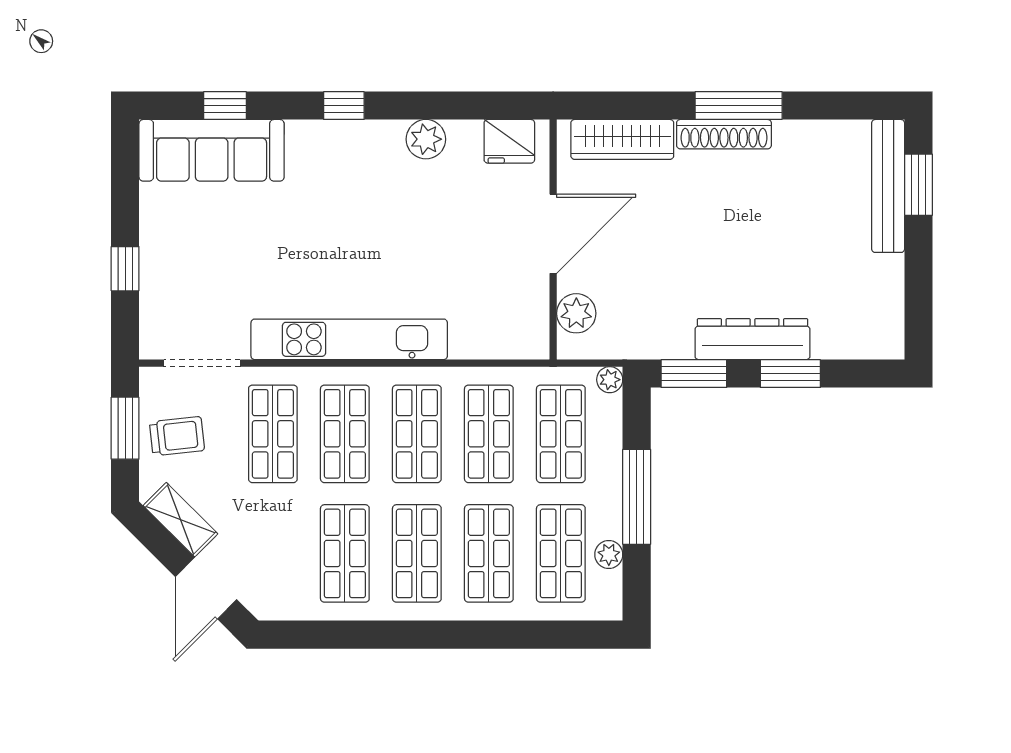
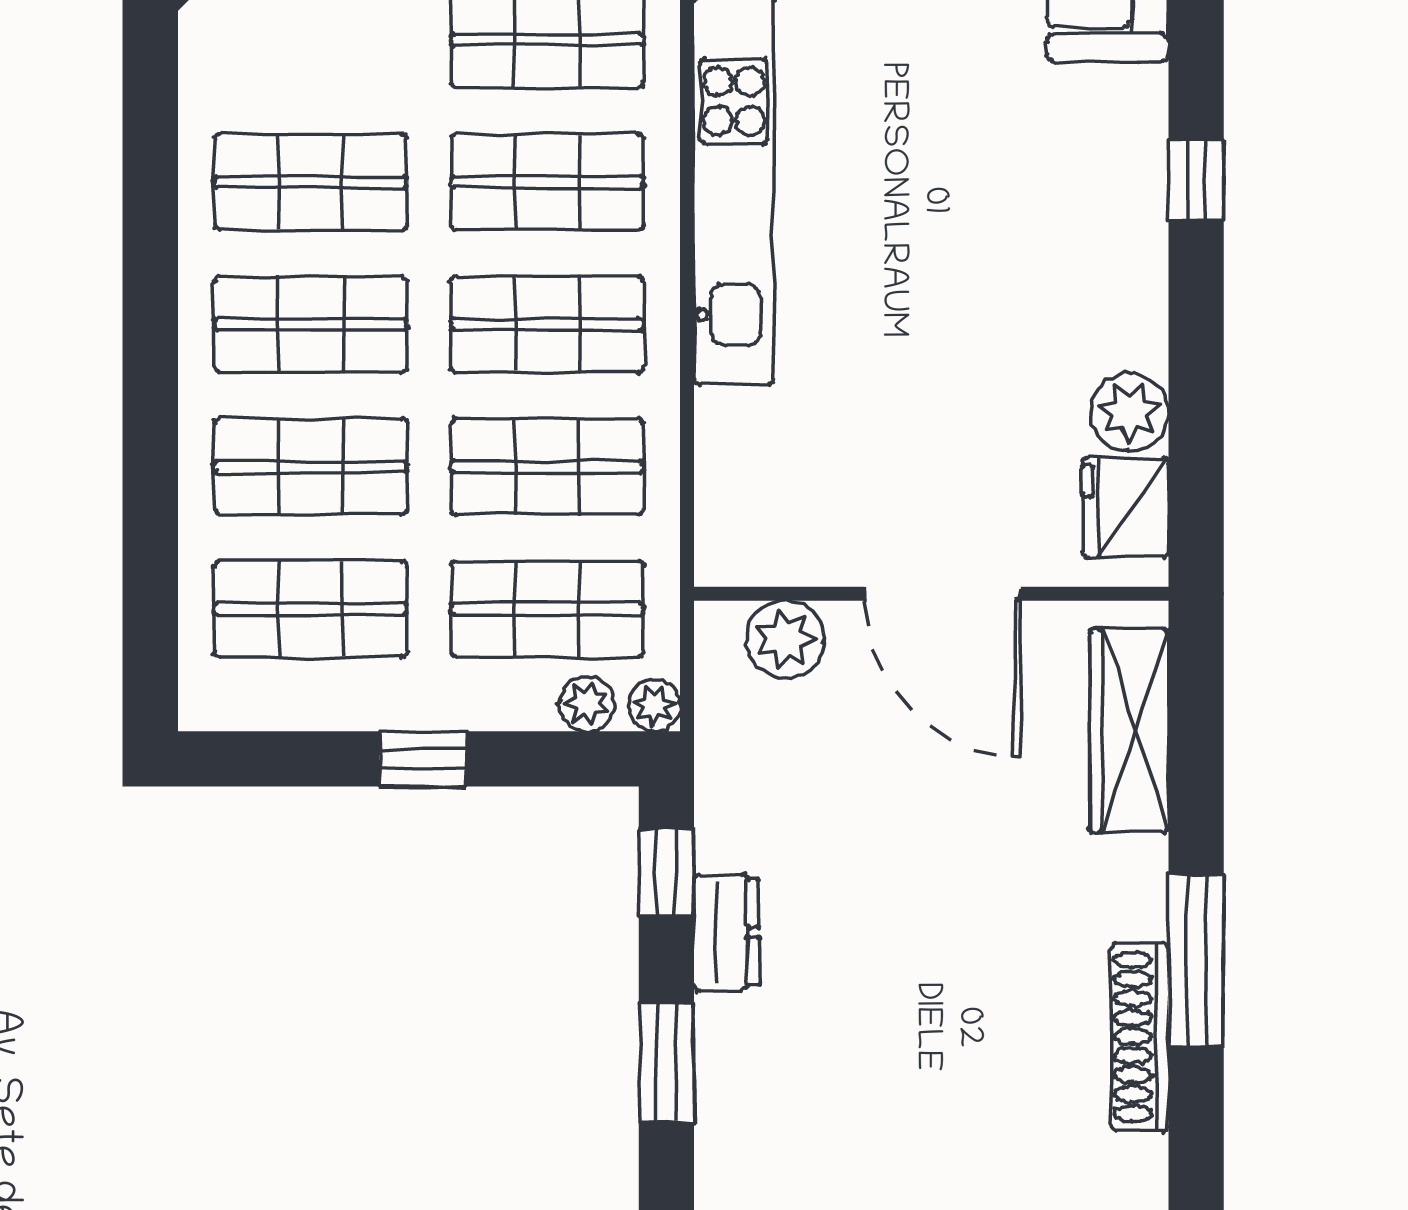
shoe rack: (724, 134) -> (1140, 1037), moved
plant: (426, 139) -> (1130, 413), moved
dresser: (752, 339) -> (726, 932), width x0.51, depth x0.80
window: (694, 374) -> (666, 872), width x0.67
window: (637, 497) -> (423, 759), width x0.46
plant: (609, 555) -> (587, 704), moved

